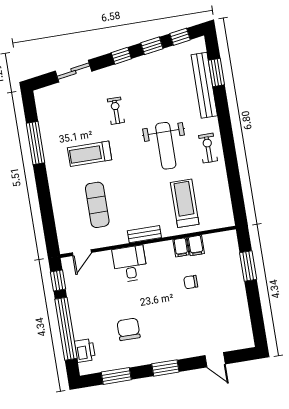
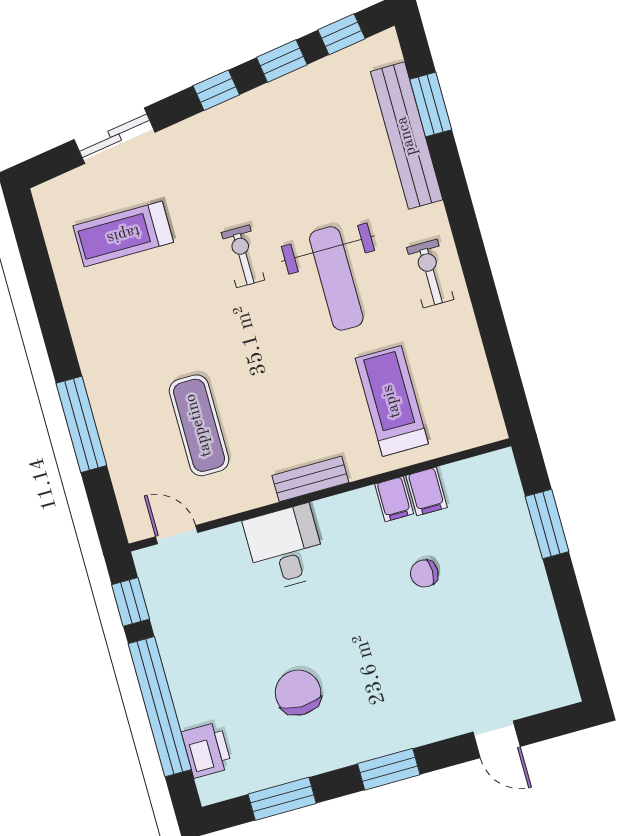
exercise bike: (116, 111) -> (243, 256), moved
window: (35, 143) -> (81, 424), moved
treadmill: (90, 154) -> (123, 234), moved
door: (82, 253) -> (177, 535), swing flipped

